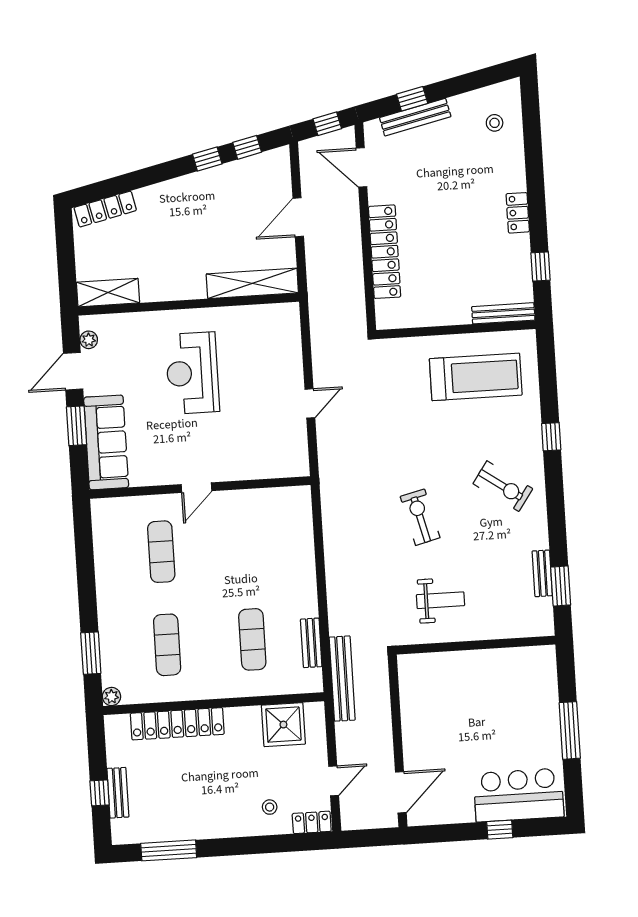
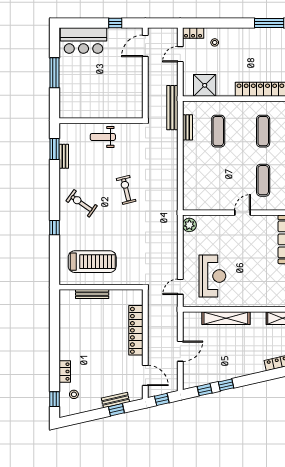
bench: (415, 117) -> (115, 400), width x0.73
locker: (518, 213) -> (65, 372), moved
window: (541, 267) -> (55, 399), moved
shelving: (252, 283) -> (226, 318), moved
bench: (503, 313) -> (92, 294), moved
reception desk: (192, 373) -> (212, 276), moved
treadmill: (476, 377) -> (92, 262), turned 180
door: (310, 403) -> (180, 287), moved
plant: (296, 458) -> (189, 225), added
exercise bike: (420, 517) -> (126, 190), turned 180
weight bench: (440, 600) -> (103, 137), moved
window: (500, 830) -> (115, 23), moved

